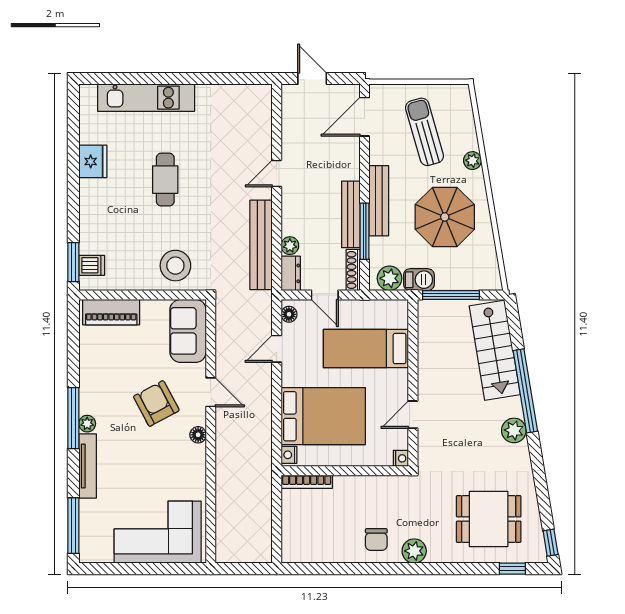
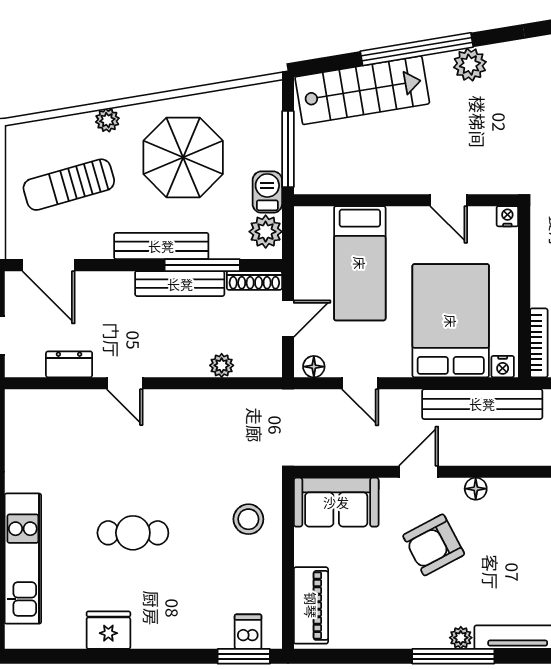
bench: (261, 245) -> (482, 404), moved
stool: (175, 266) -> (248, 519), width x0.73, depth x0.73
dresser: (291, 273) -> (69, 364), moved

